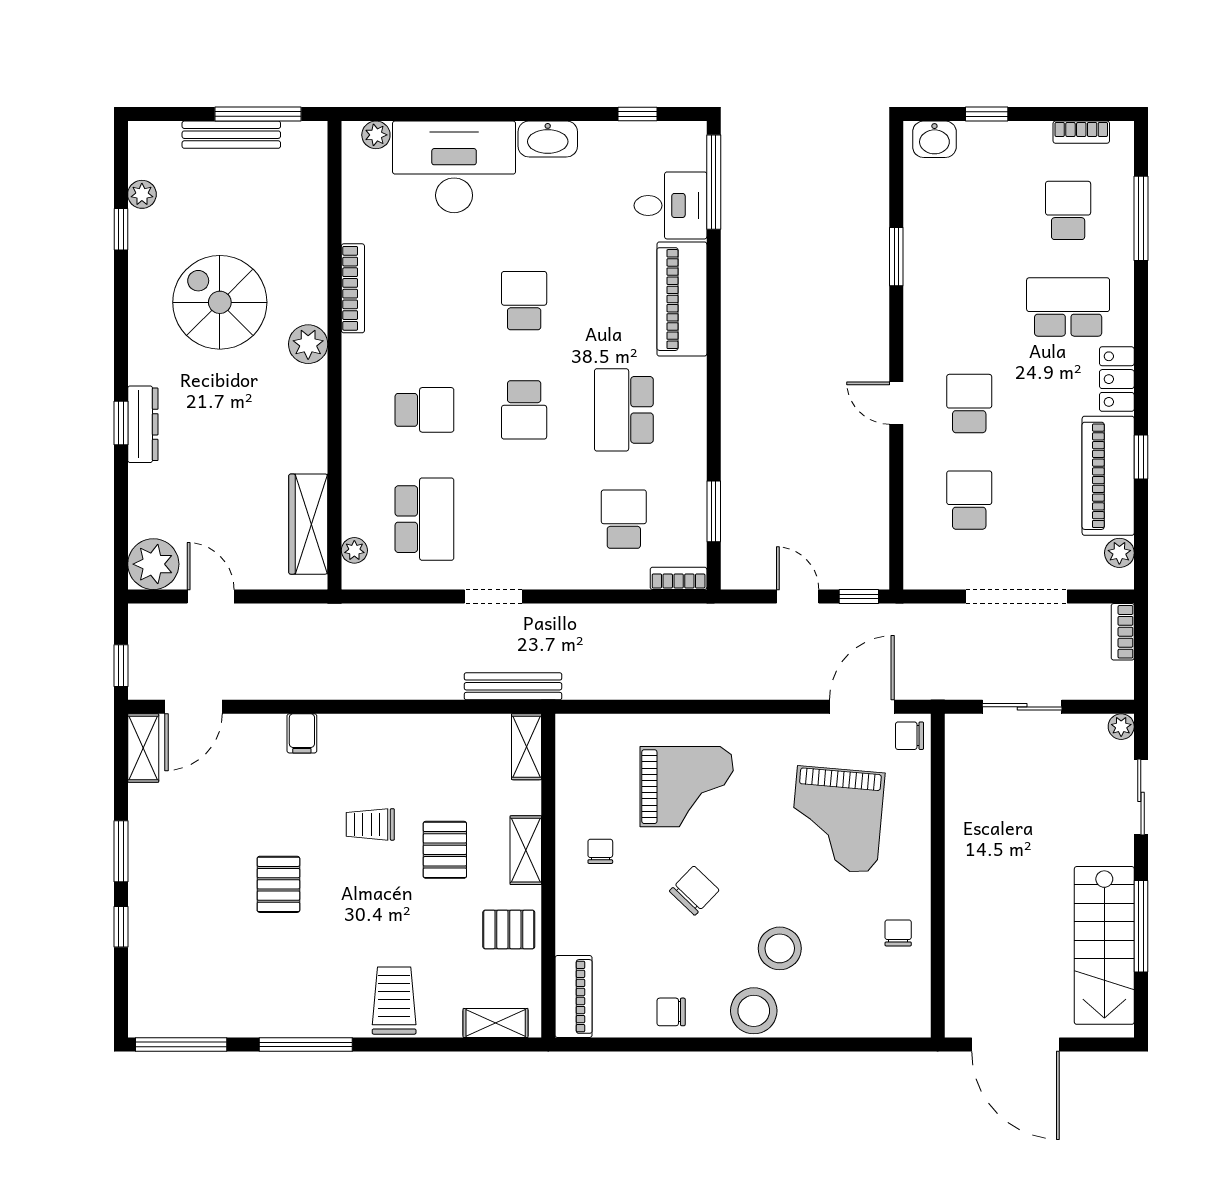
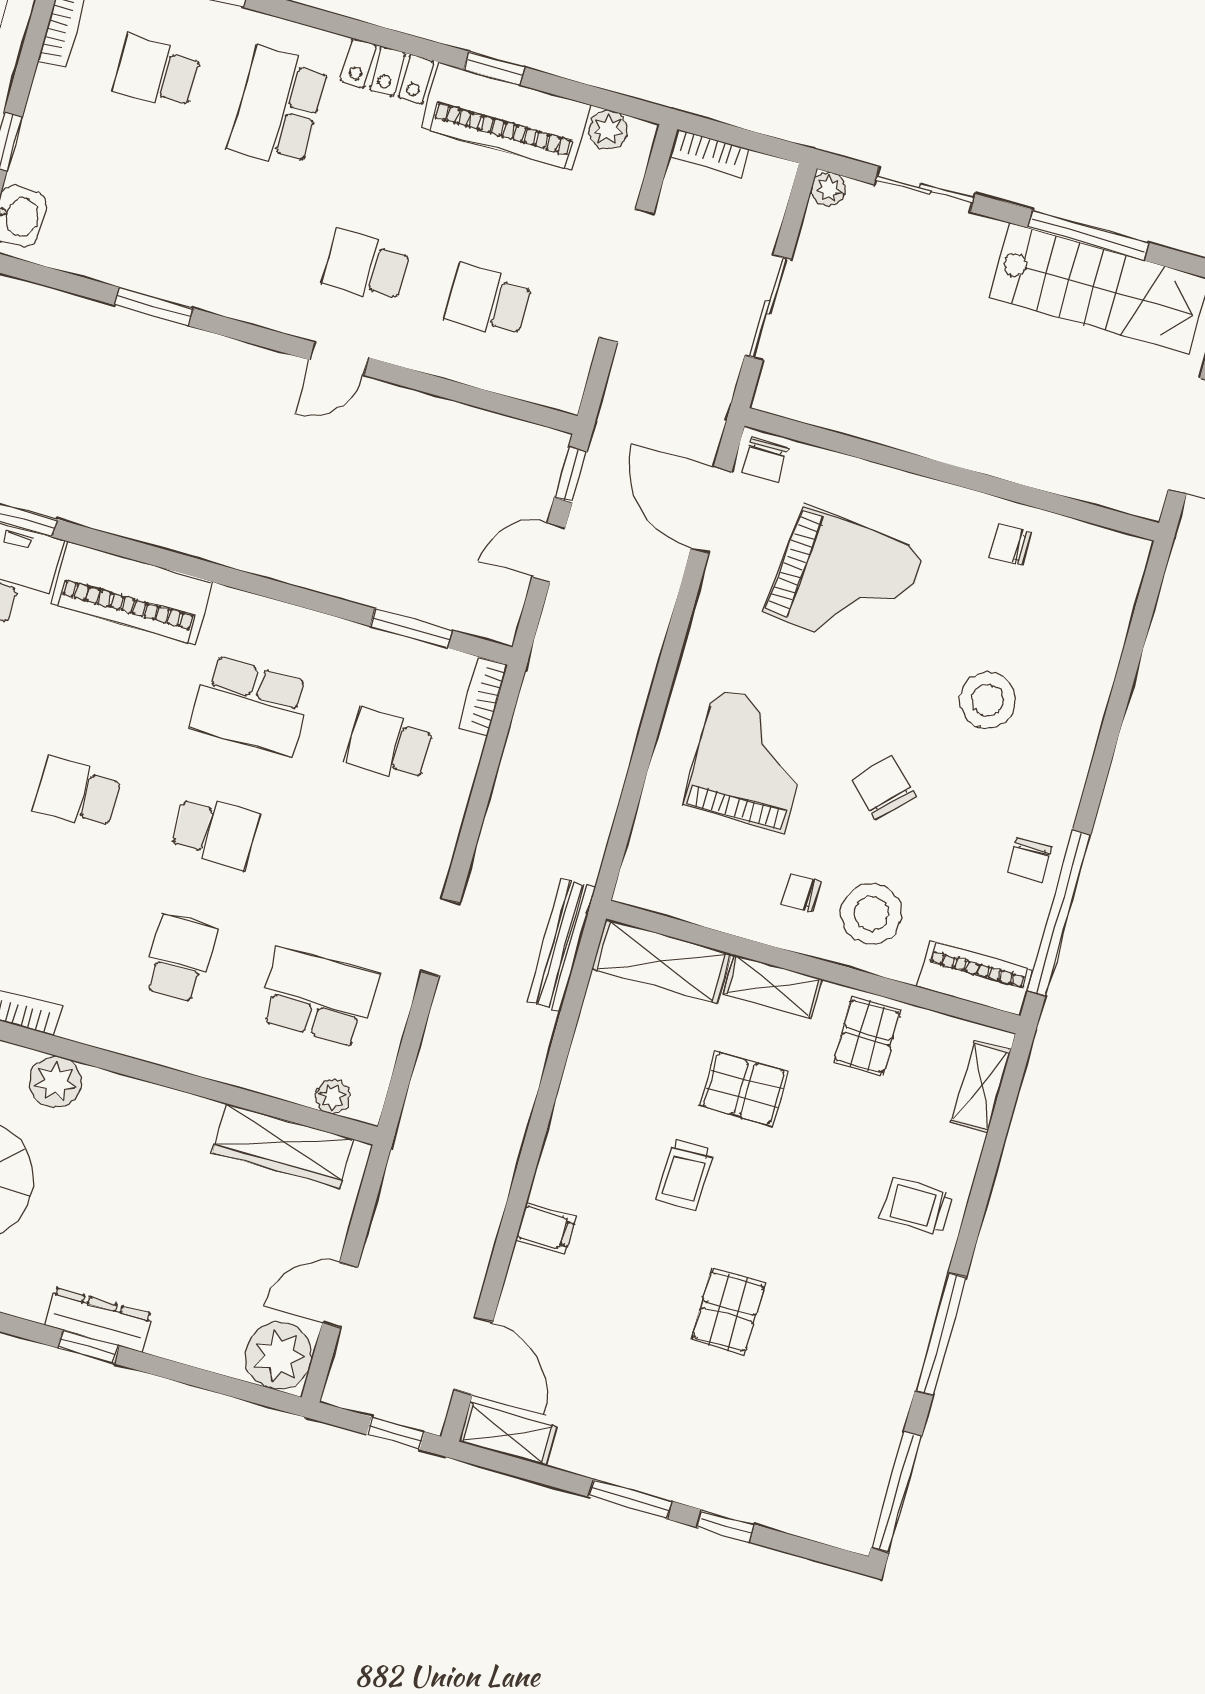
shelving: (526, 747) -> (662, 961), width x1.50, depth x1.33
pallet: (278, 884) -> (728, 1312), turned 90
trolley: (394, 1001) -> (916, 1207), width x0.73, depth x0.72
stool: (754, 1011) -> (871, 914), moved
window: (639, 1045) -> (1059, 913), added

